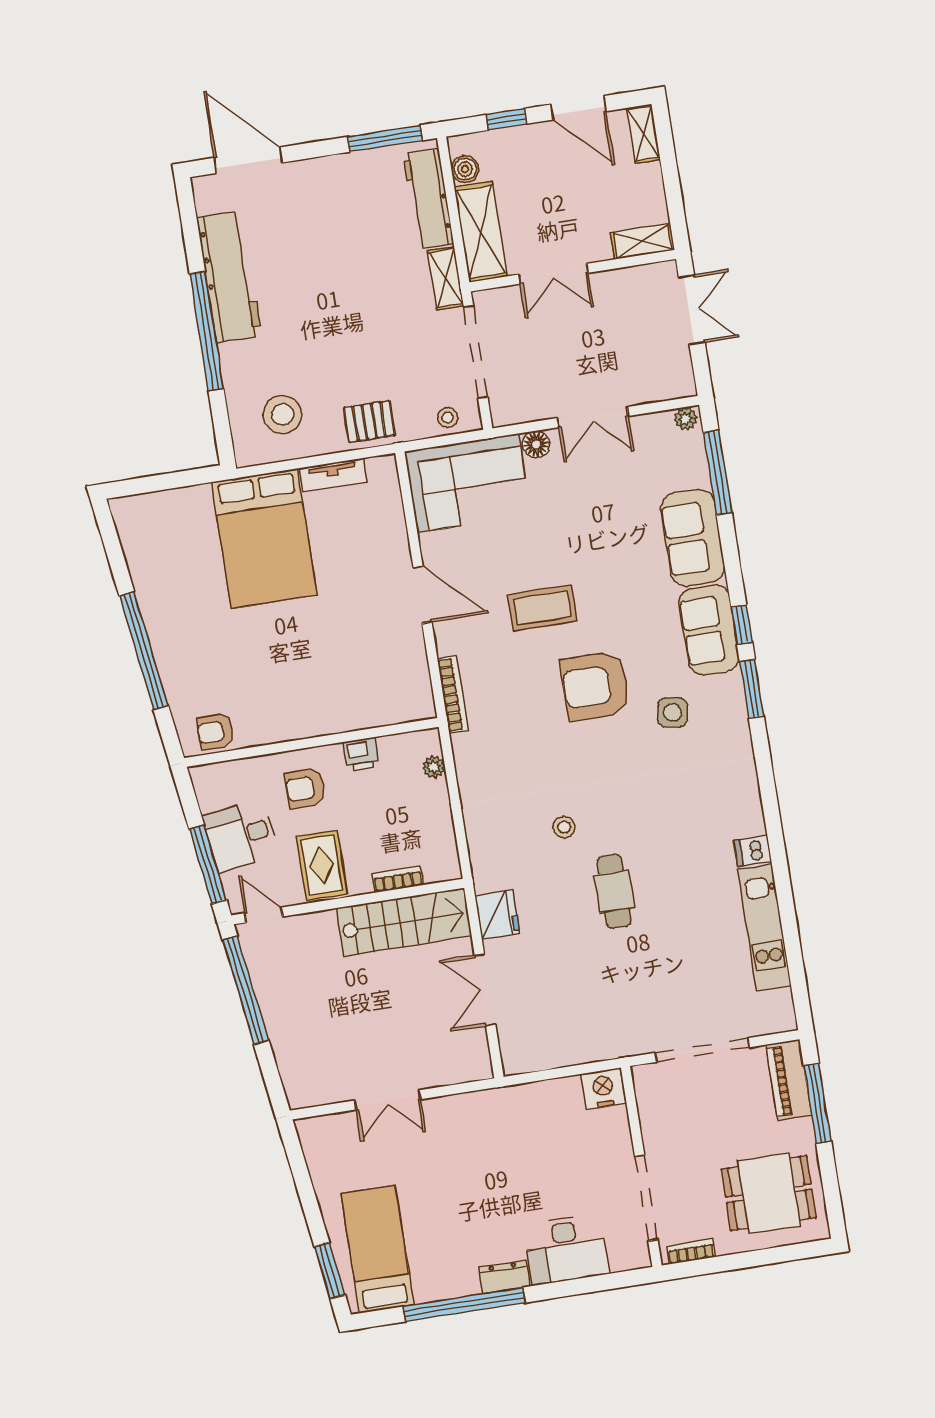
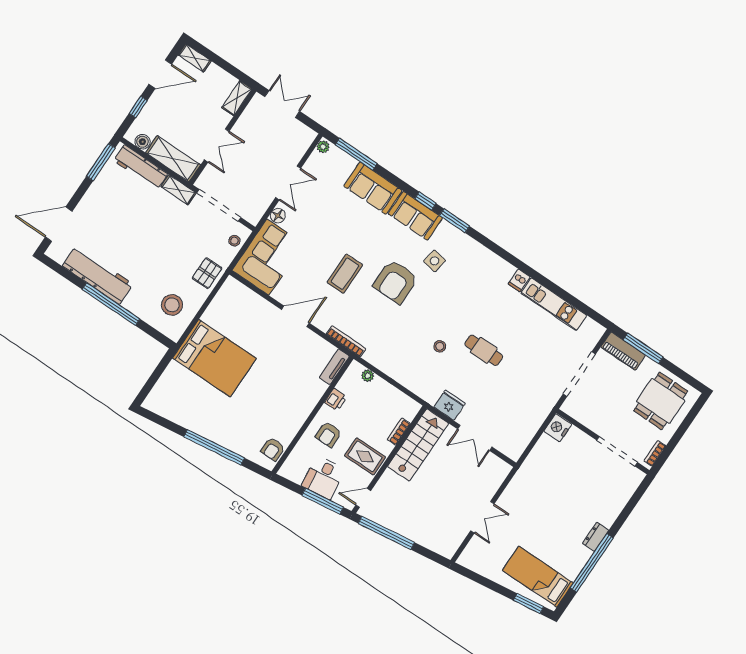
tv unit: (333, 475) -> (334, 367), moved, turned 180
desk: (566, 1249) -> (608, 502), removed

